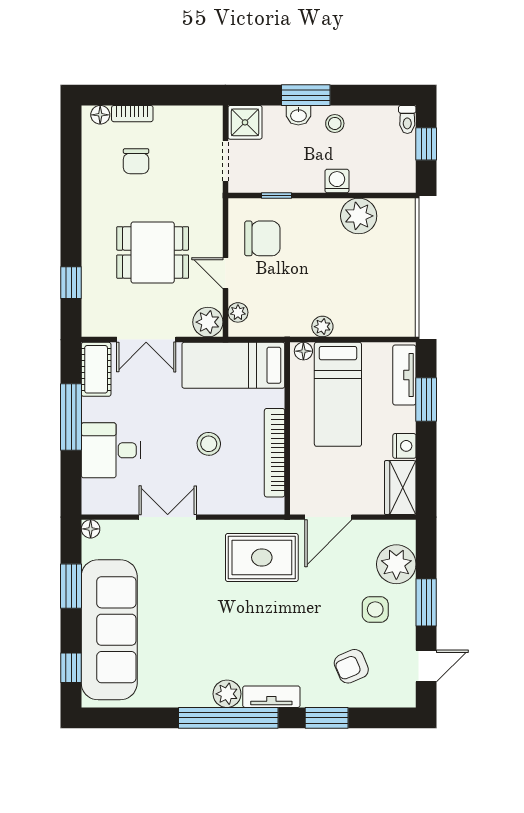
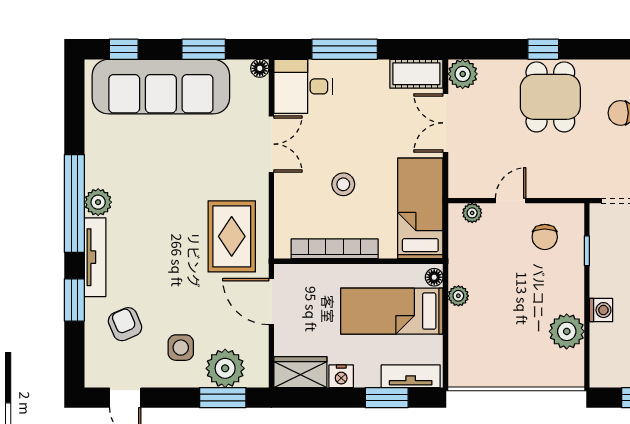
chair: (262, 238) -> (545, 237), width x0.73, depth x0.73
dining table: (153, 253) -> (550, 97), moved
window: (71, 283) -> (543, 49), moved
plant: (208, 322) -> (463, 74), moved
window: (71, 417) -> (345, 49), moved
desk: (111, 450) -> (303, 86), moved, turned -90
window: (426, 602) -> (223, 398), moved
tv unit: (271, 697) -> (95, 257), width x1.41

